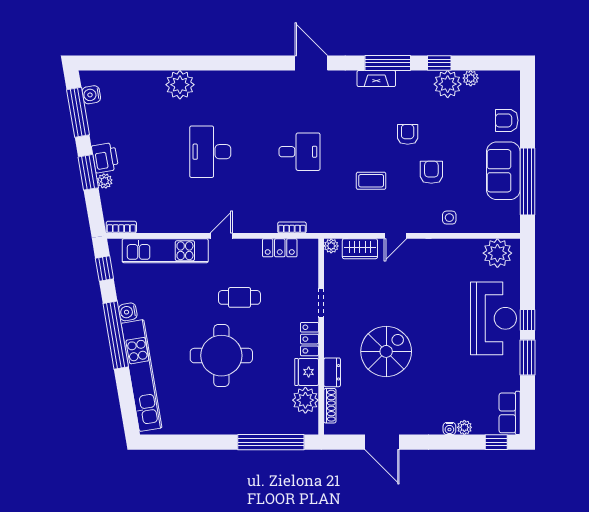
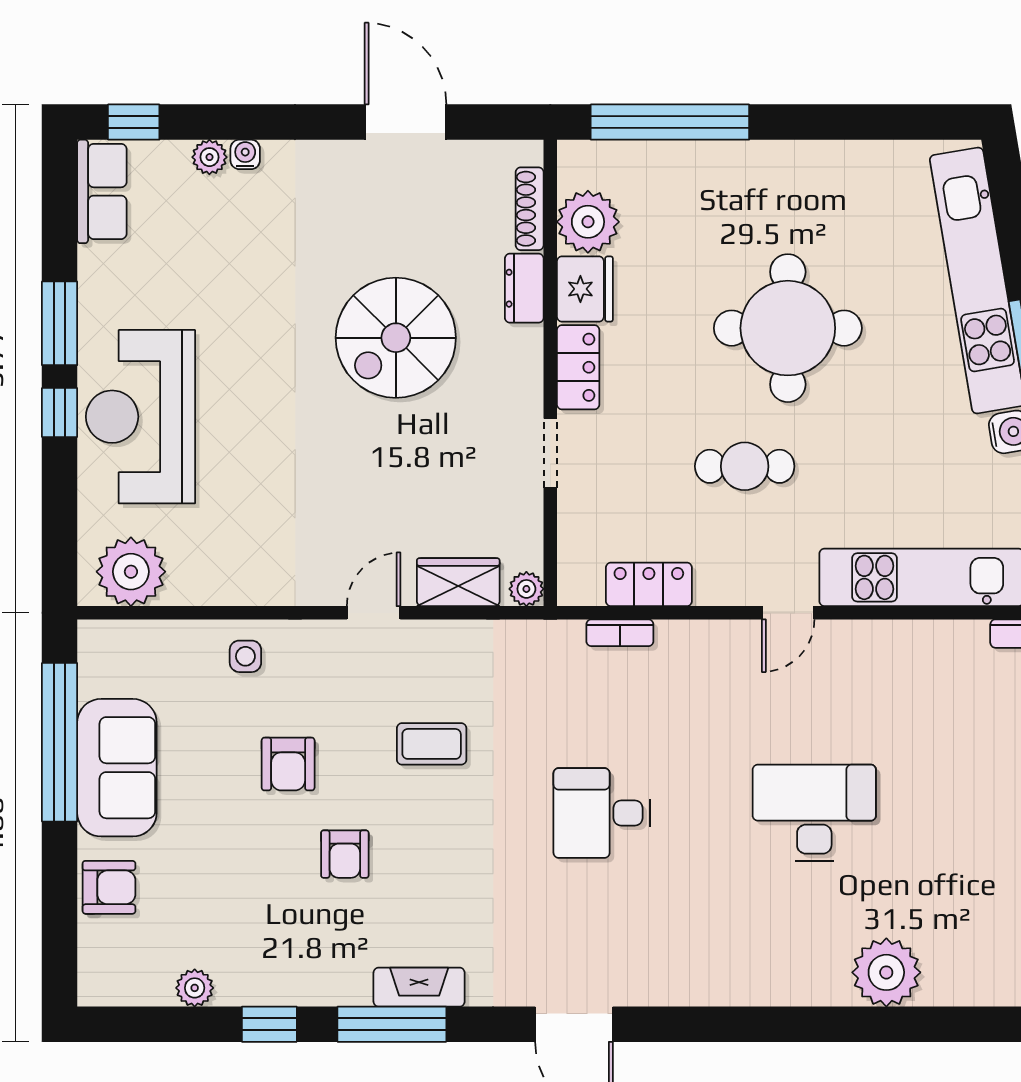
plant: (448, 84) -> (250, 974), removed
desk: (210, 152) -> (814, 813), turned -90

